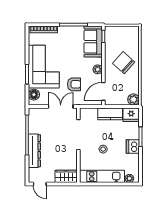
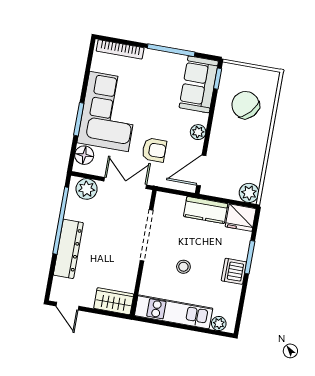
chair: (124, 63) -> (246, 105), moved
plant: (39, 114) -> (87, 189), added

